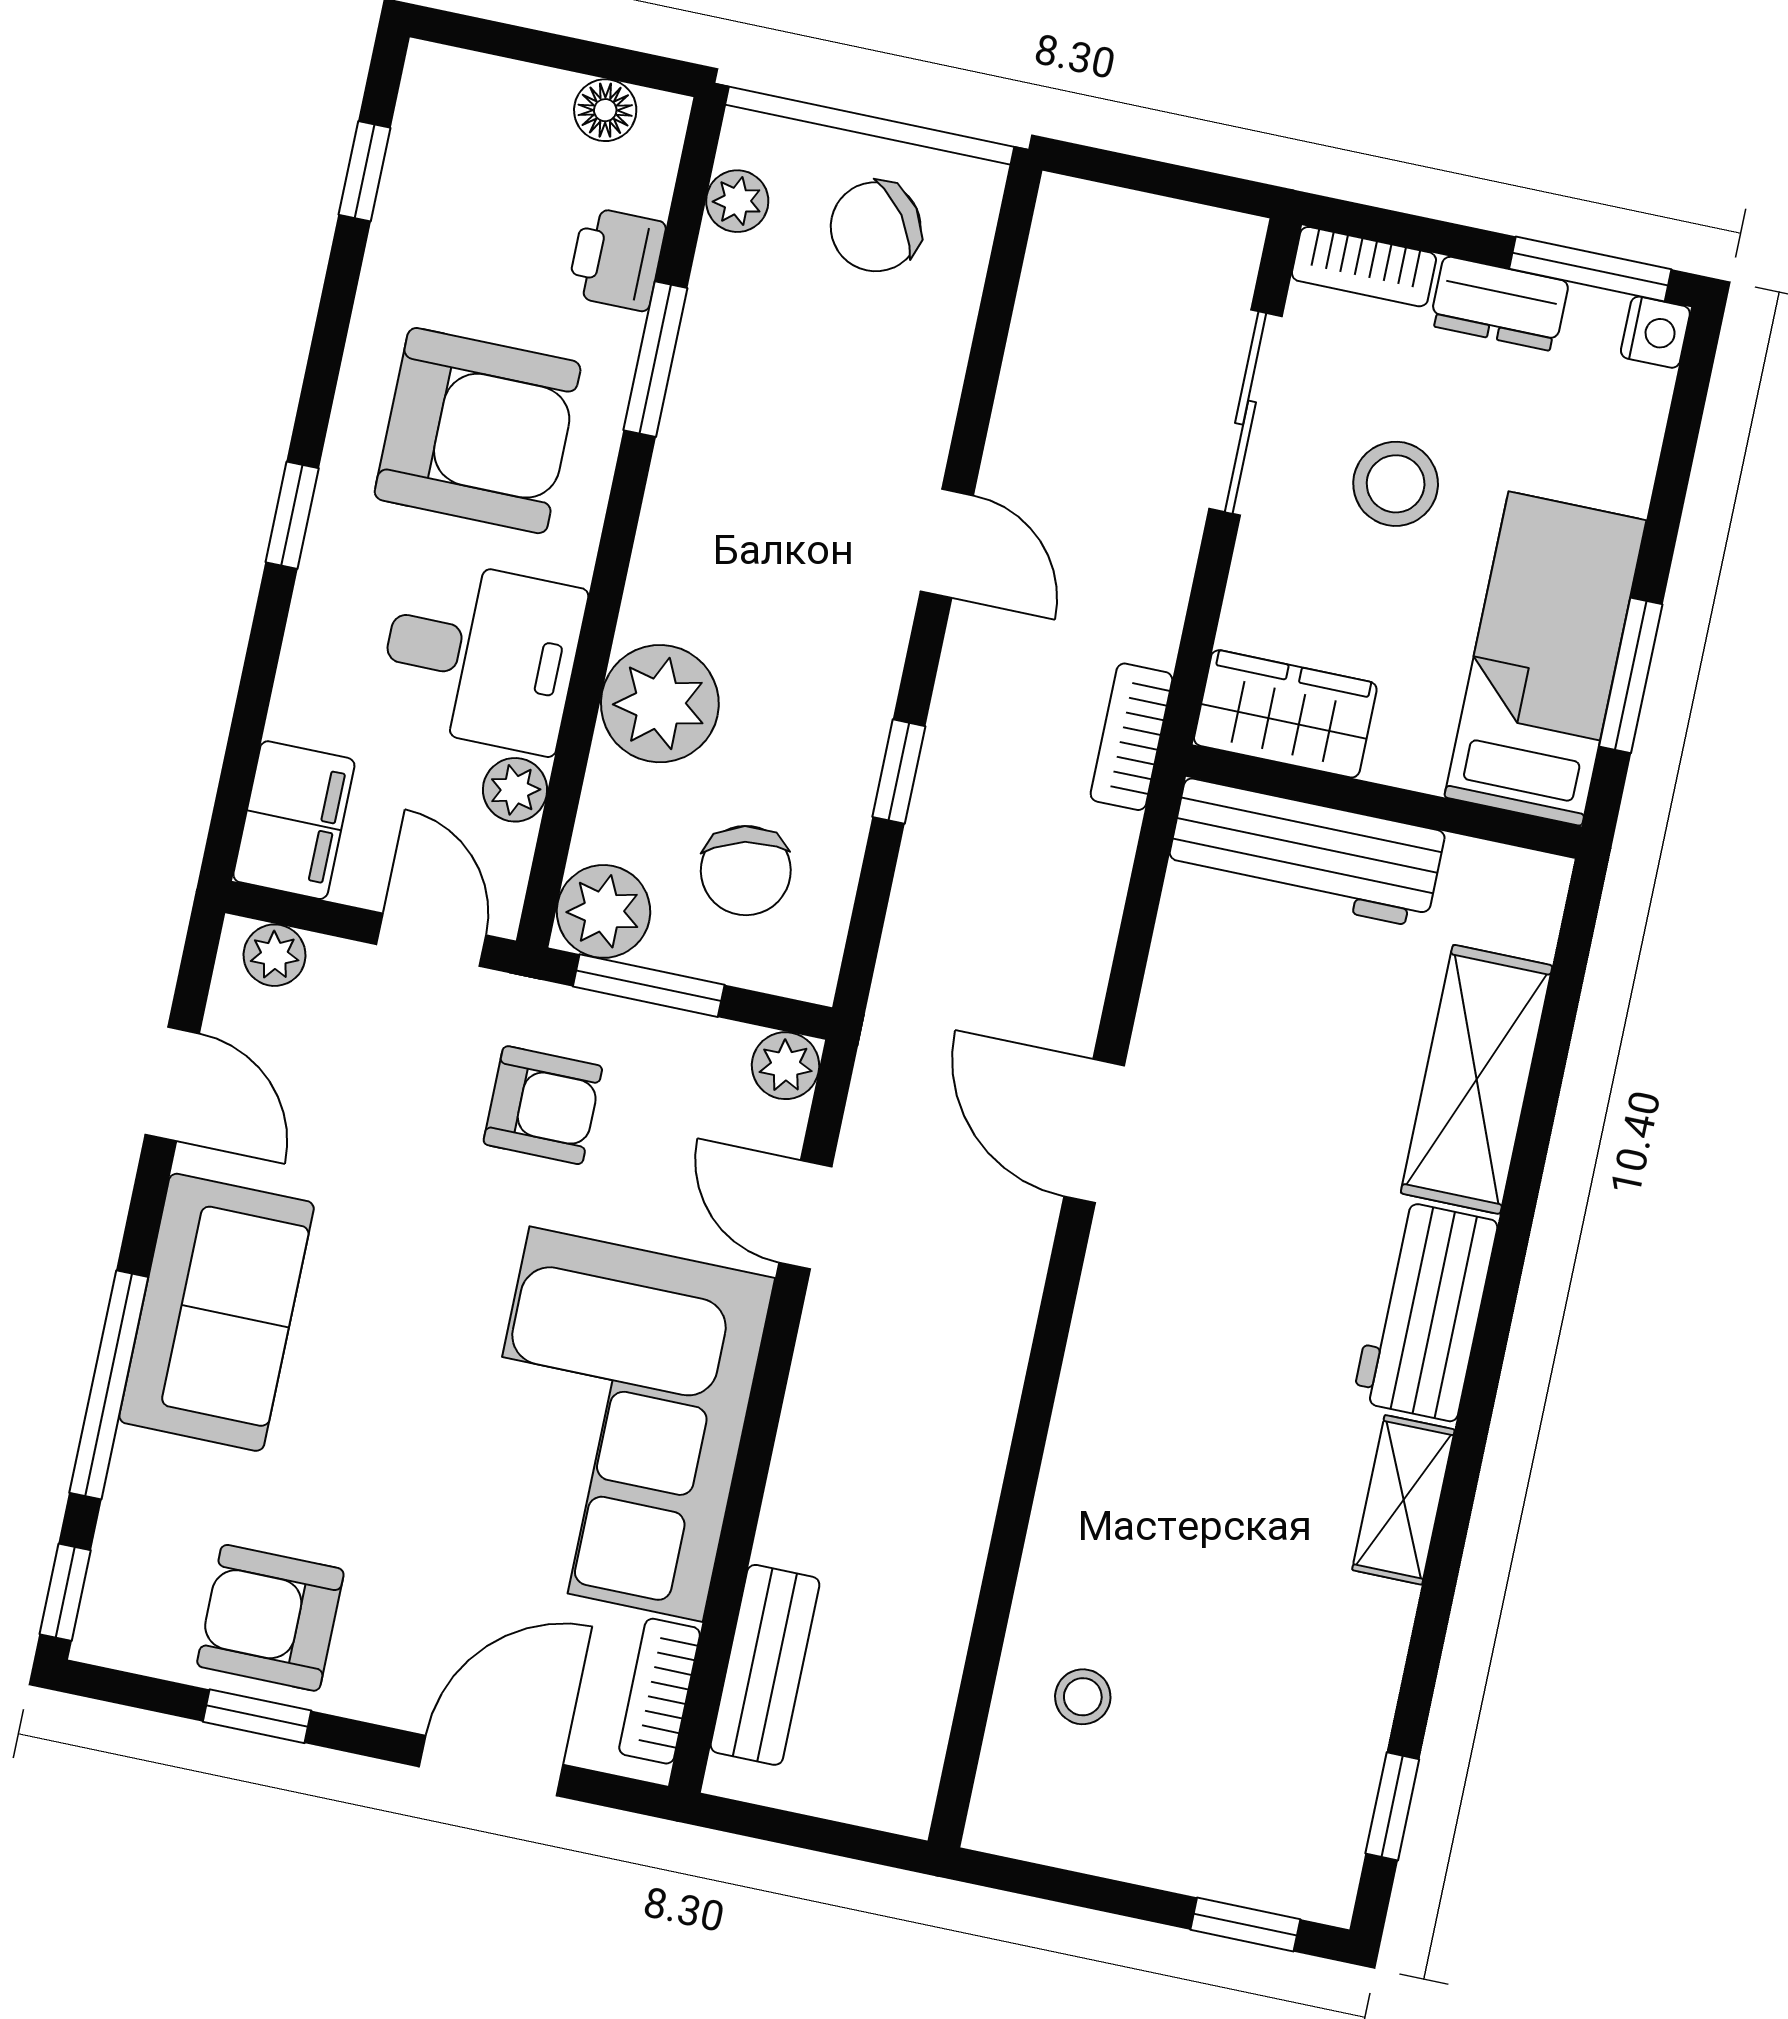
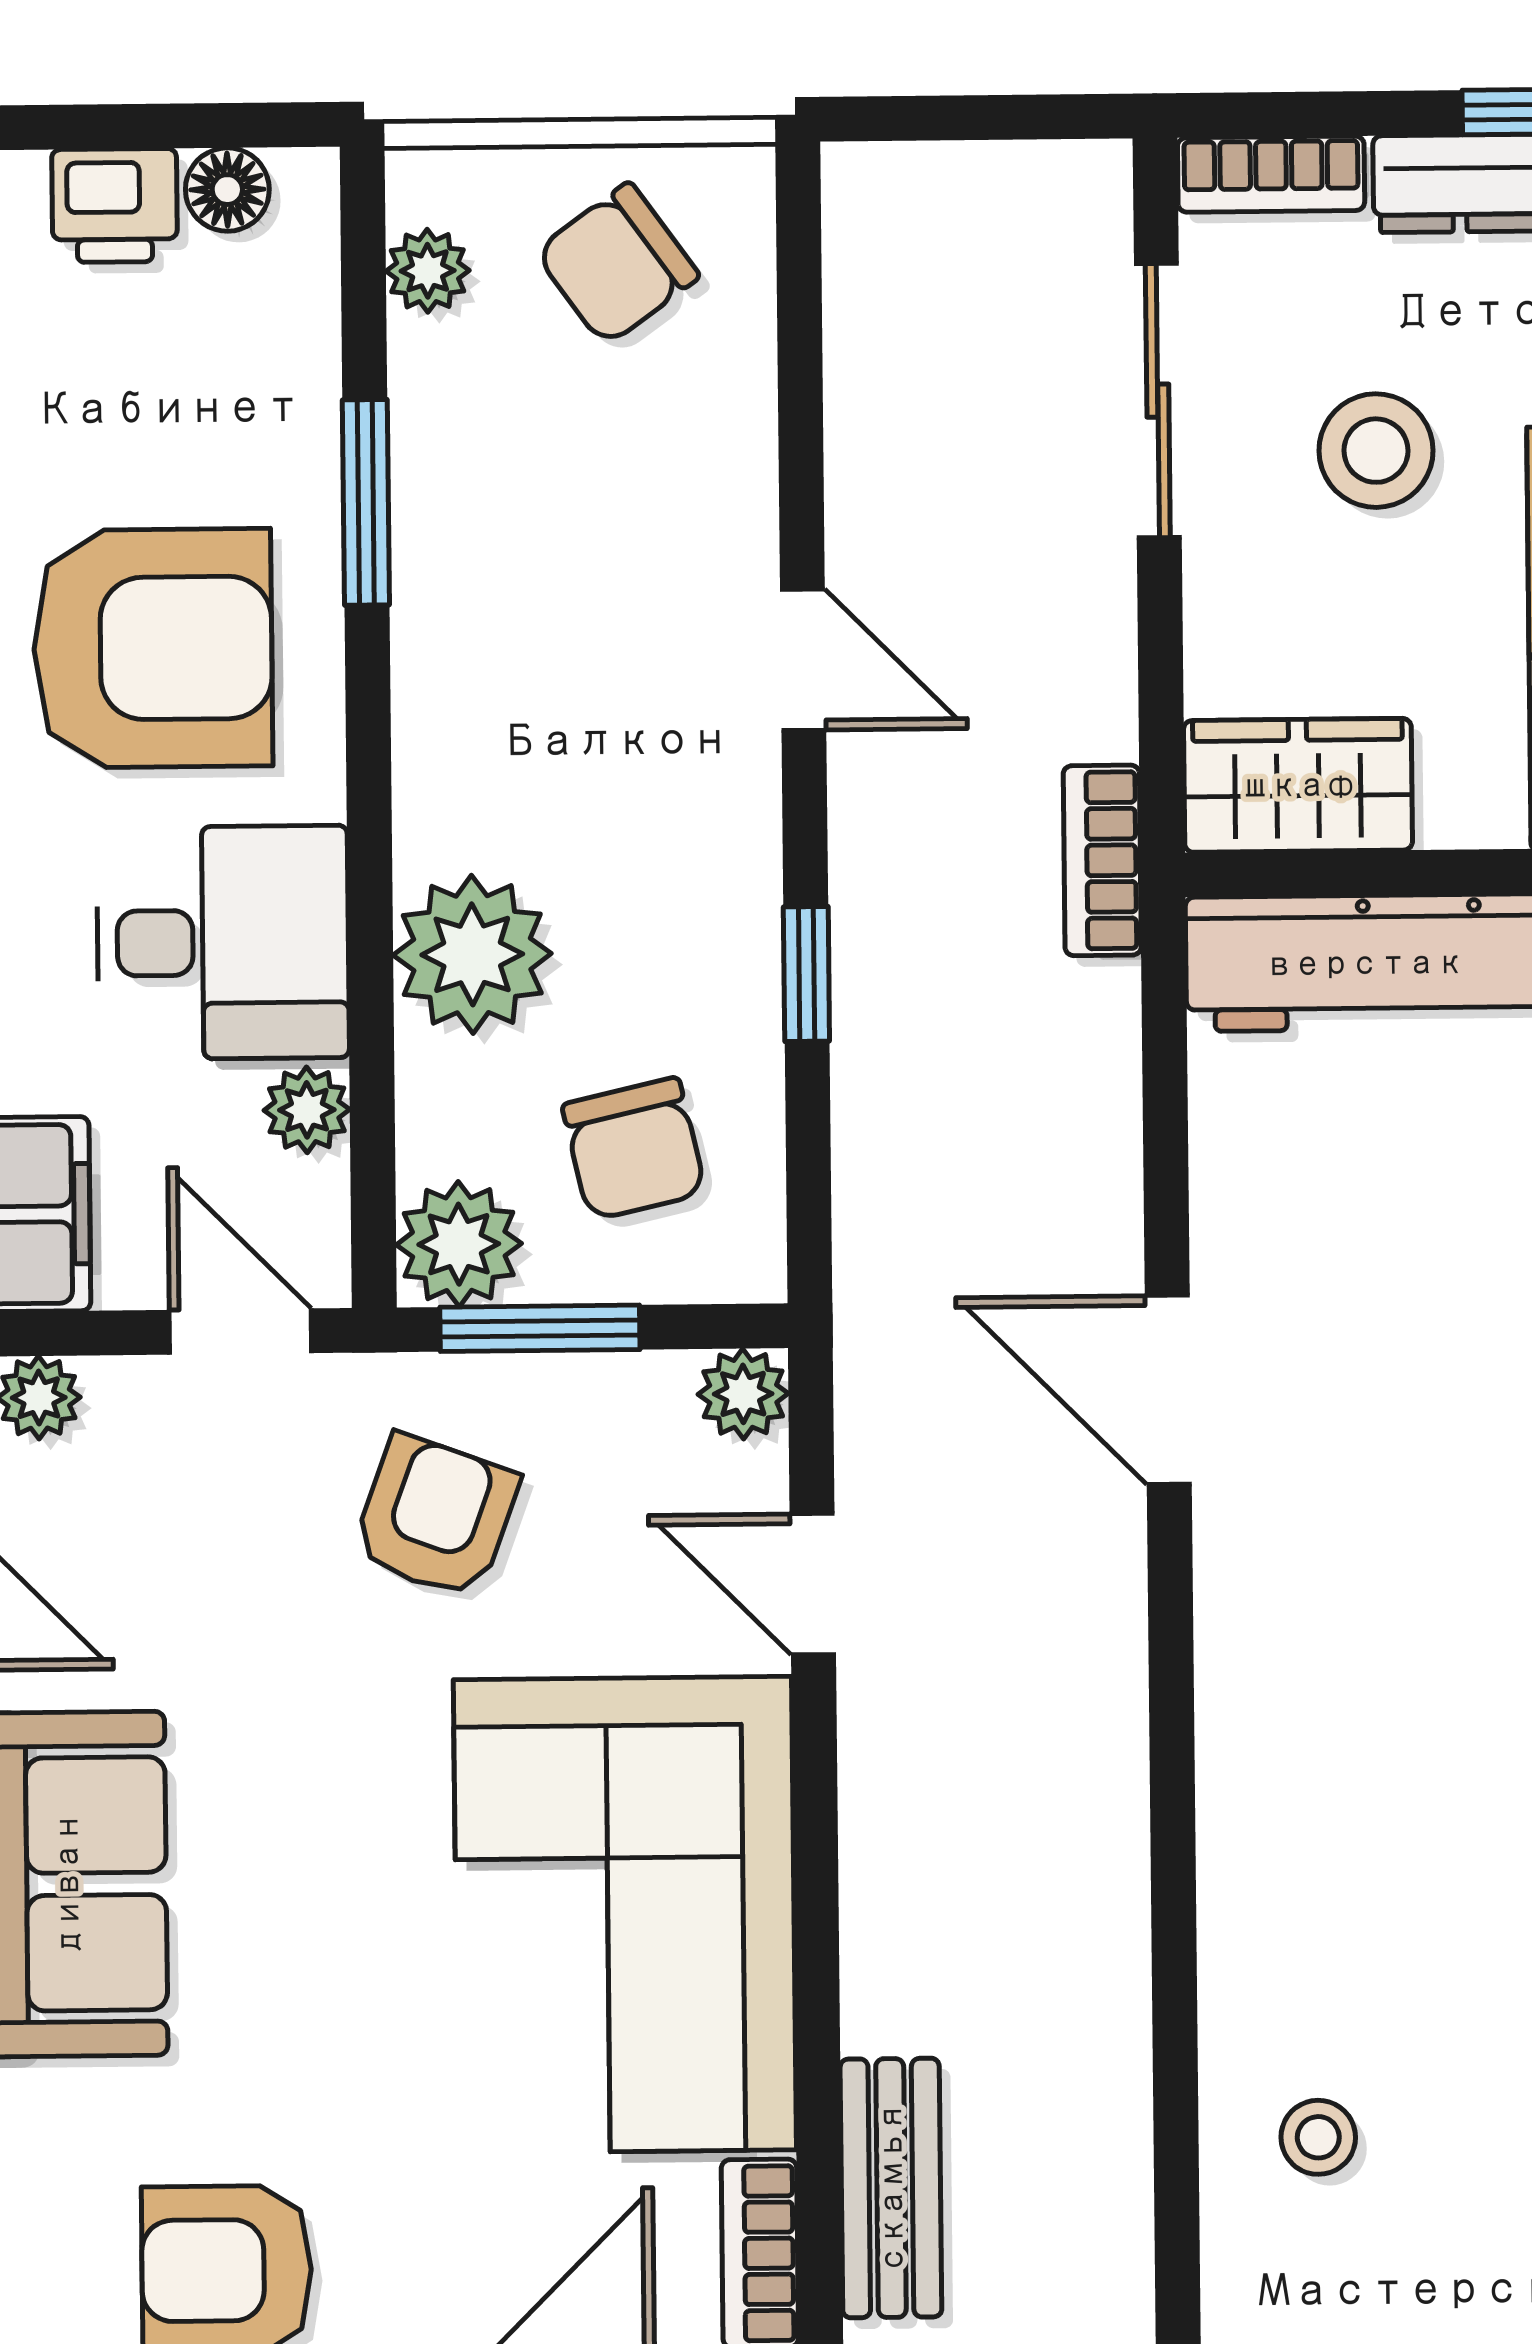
printer: (617, 259) -> (115, 206), moved, turned -90
armchair: (543, 1105) -> (435, 1517), turned -70

